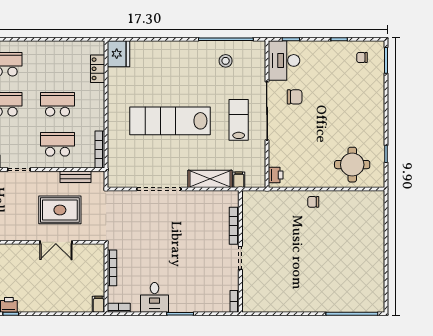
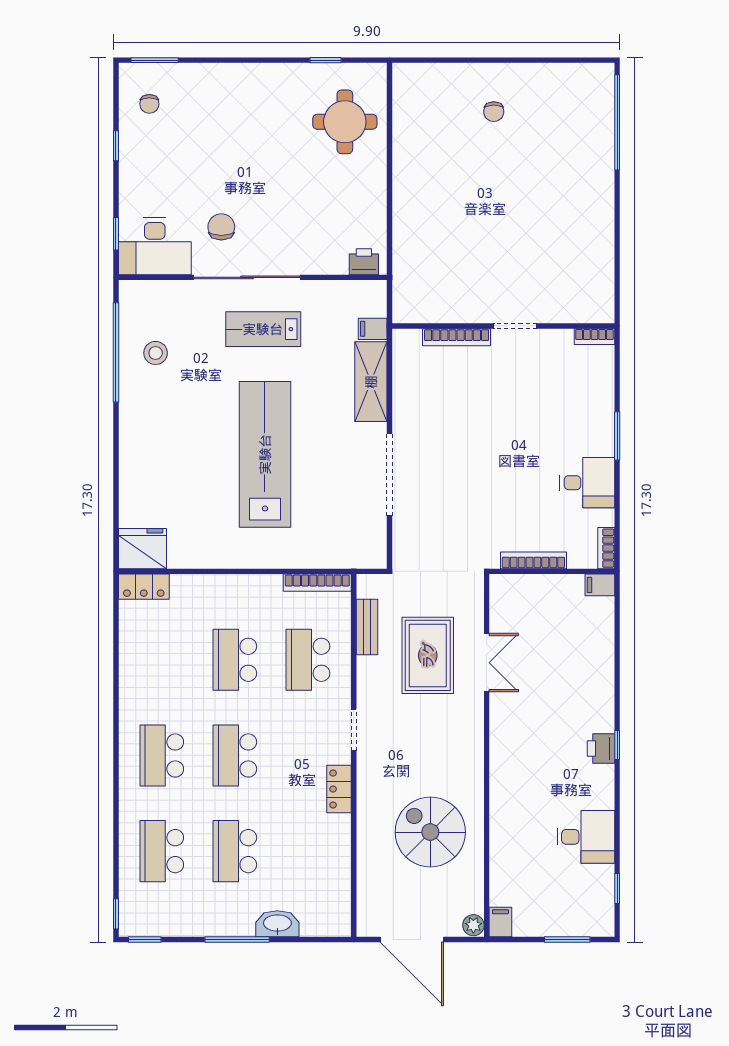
locker: (98, 69) -> (144, 587), moved
lab bench: (170, 121) -> (265, 454), turned 180
chair: (313, 202) -> (494, 112), moved

